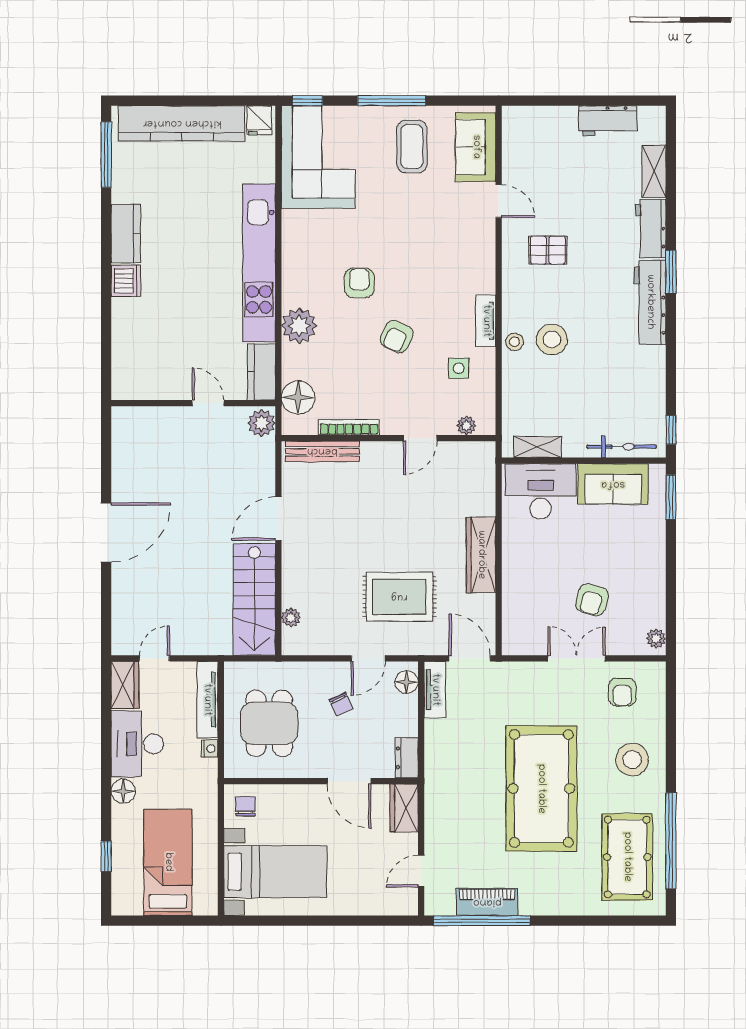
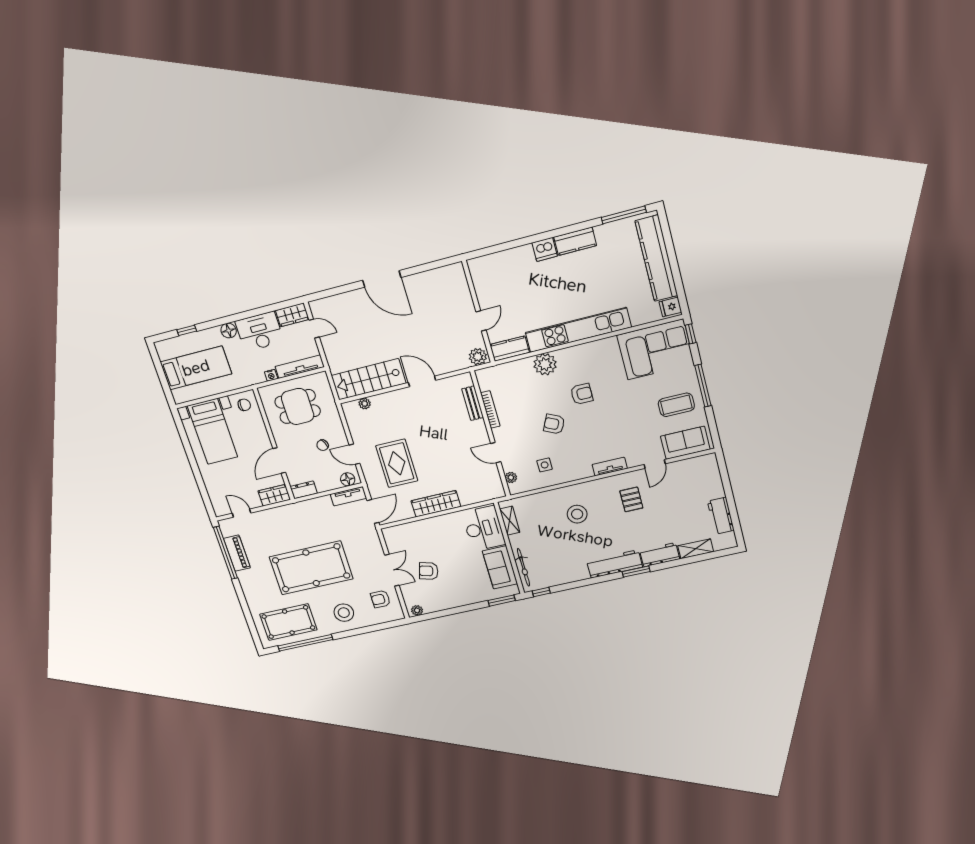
tv unit: (486, 321) -> (610, 466), moved
stool: (515, 342) -> (570, 493), removed
floor lamp: (298, 398) -> (500, 375), removed
bench: (322, 451) -> (473, 403), width x0.73

